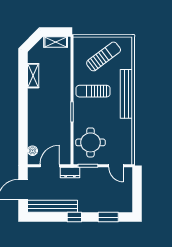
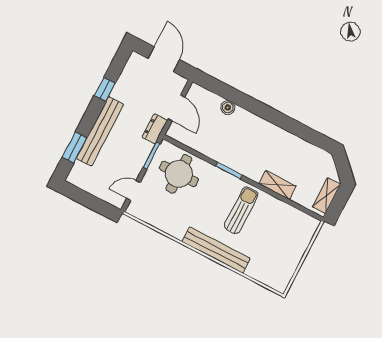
sun lounger: (104, 56) -> (277, 246), removed
shelving: (33, 76) -> (277, 185), moved
boiler: (32, 151) -> (228, 108), moved
bench: (53, 206) -> (100, 131), moved
window: (74, 217) -> (105, 89), moved

